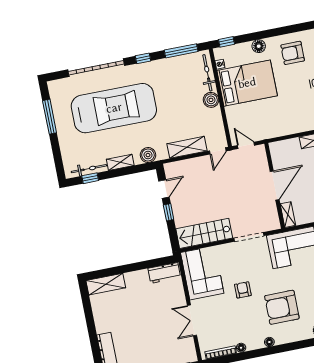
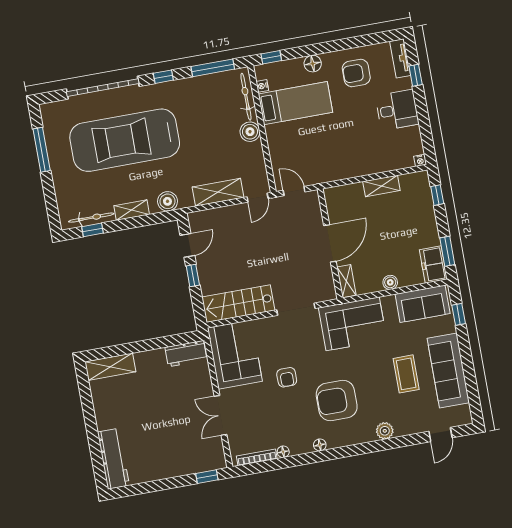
bed: (247, 83) -> (295, 103), width x0.67
car: (114, 108) -> (125, 140), turned 180
armchair: (243, 290) -> (287, 377), turned 180

